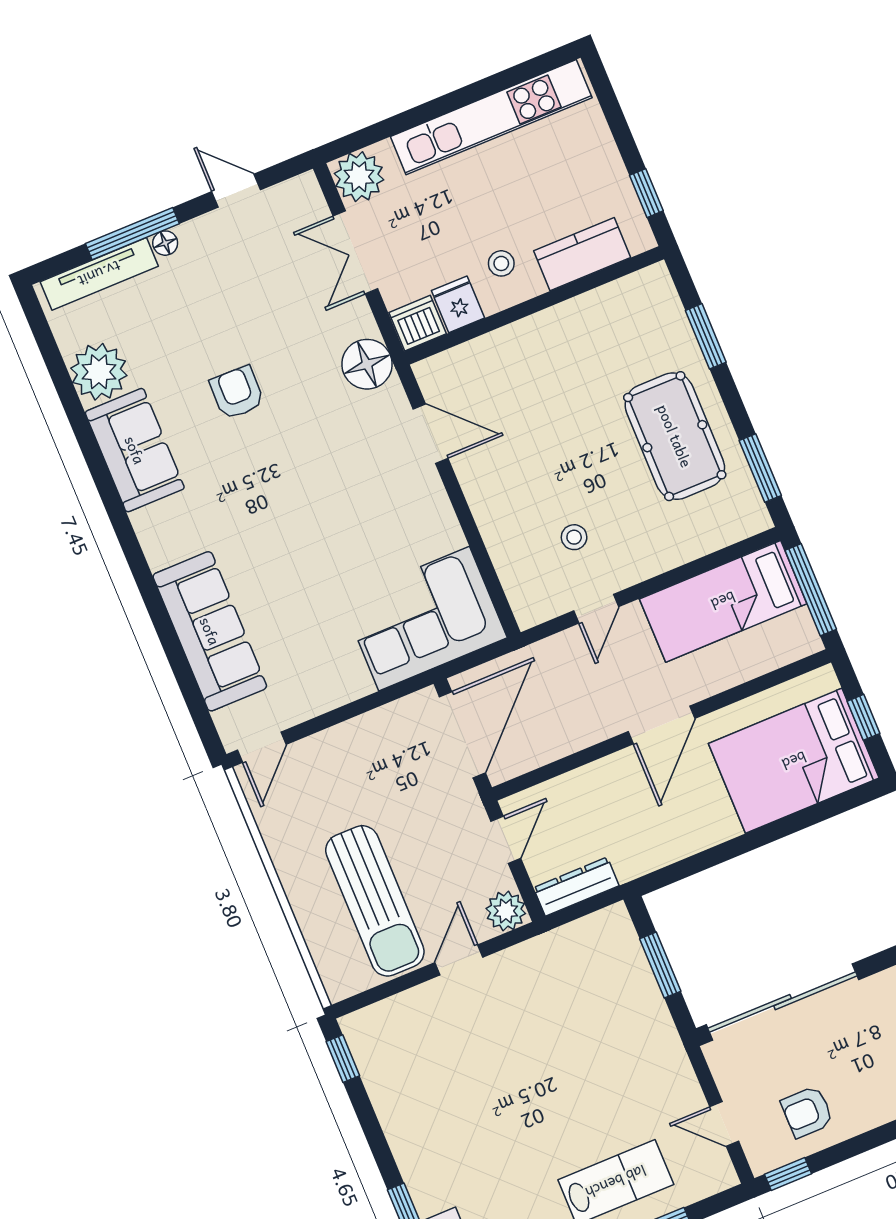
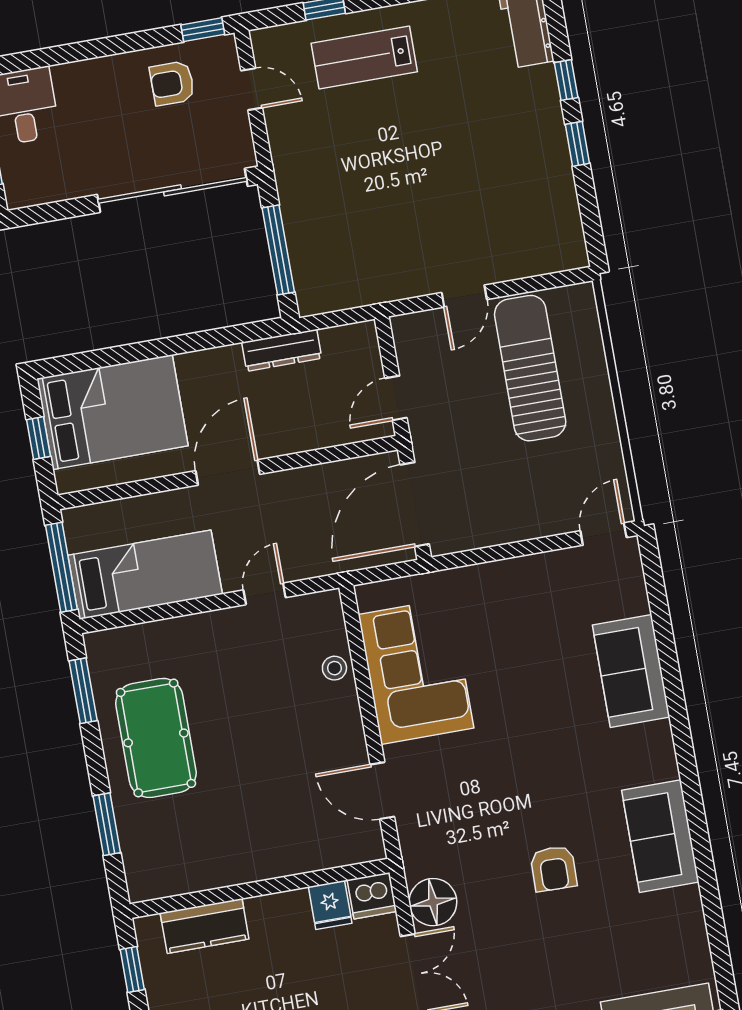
stool: (501, 263) -> (282, 934), removed
floor lamp: (367, 364) -> (433, 902), moved
plant: (99, 372) -> (677, 916), removed
stool: (574, 537) -> (334, 668), moved
corner sofa: (424, 619) -> (416, 671), moved, turned -90
sofa: (210, 631) -> (631, 671), width x0.73
dresser: (576, 887) -> (282, 350), moved
plant: (506, 911) -> (411, 332), removed
window: (660, 965) -> (278, 250), width x1.44
window: (343, 1059) -> (577, 144), moved
armchair: (807, 1112) -> (172, 83), turned 180

